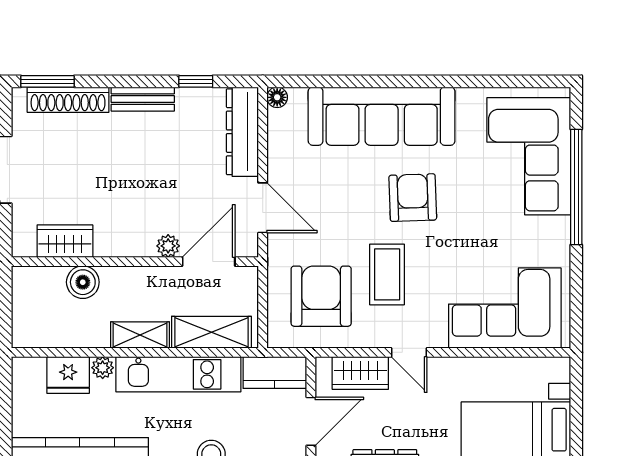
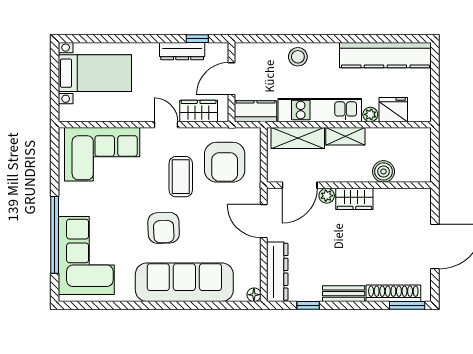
wardrobe: (65, 241) -> (354, 199), moved

